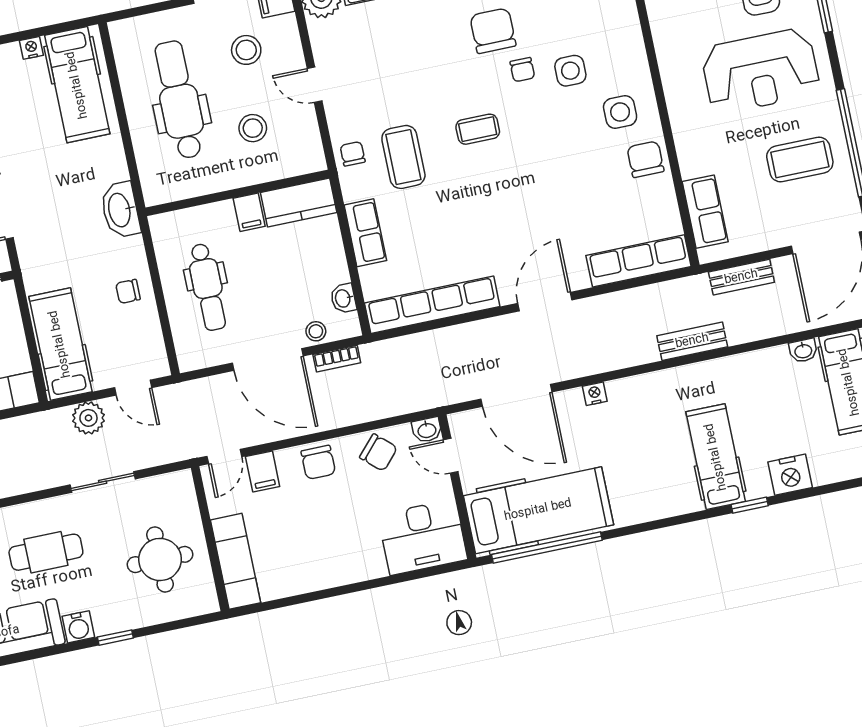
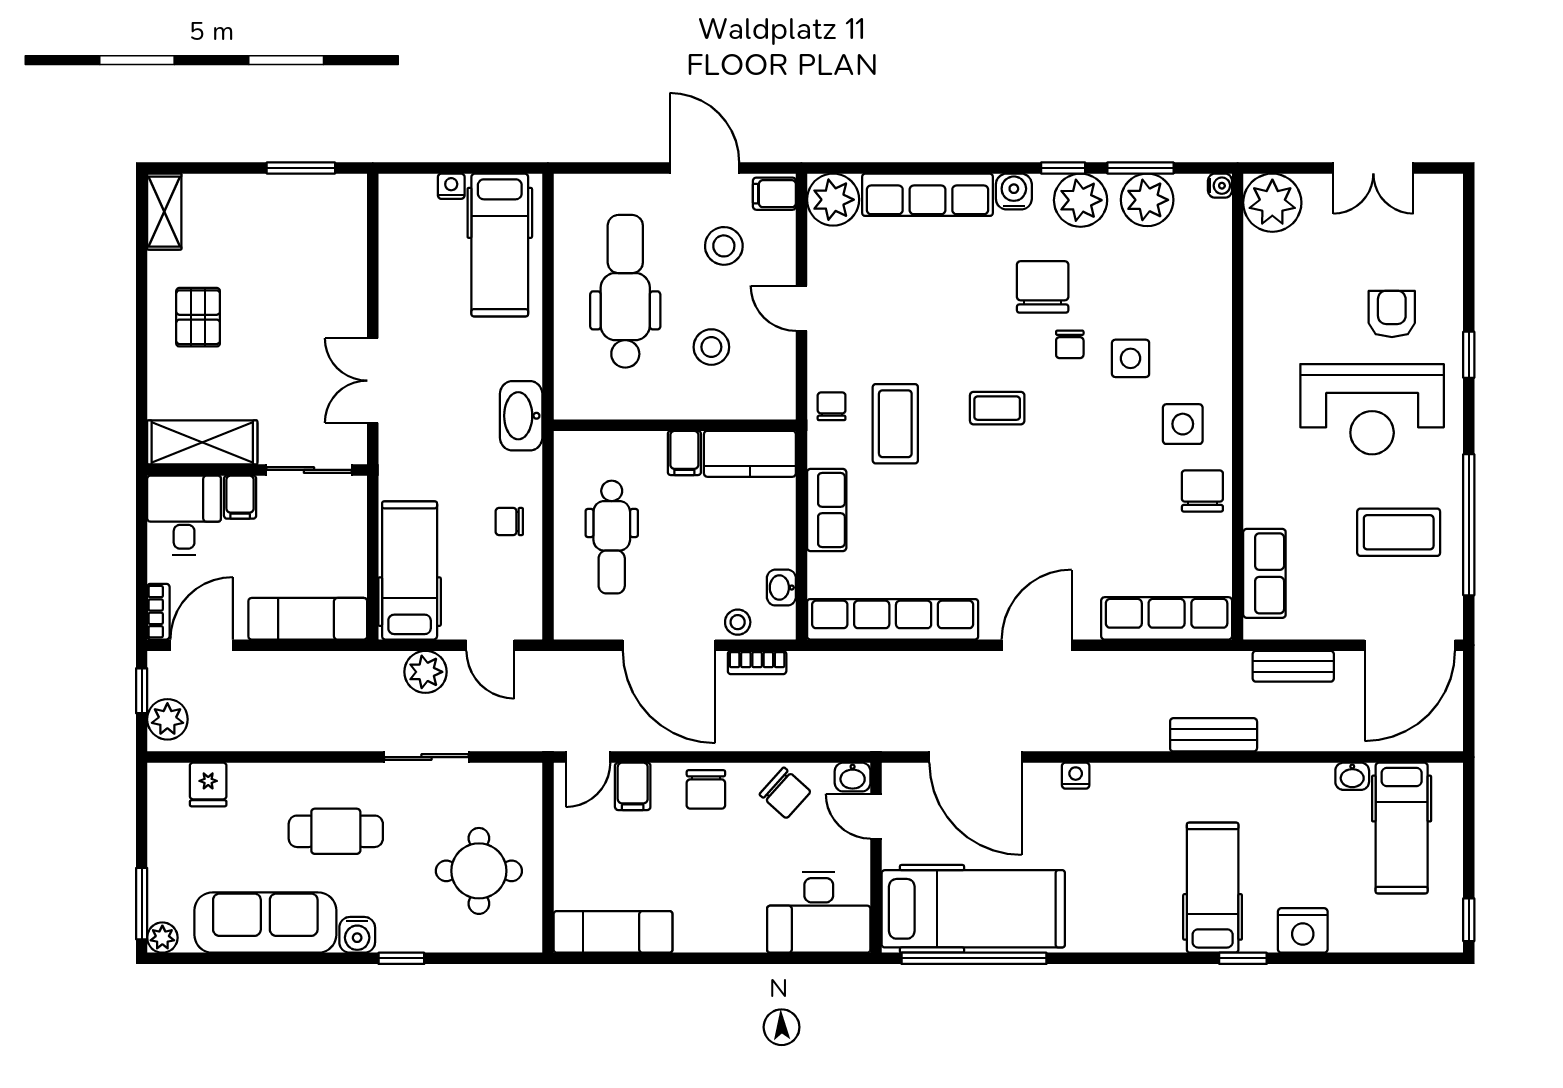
exam couch: (236, 561) -> (613, 932), moved, turned -90

